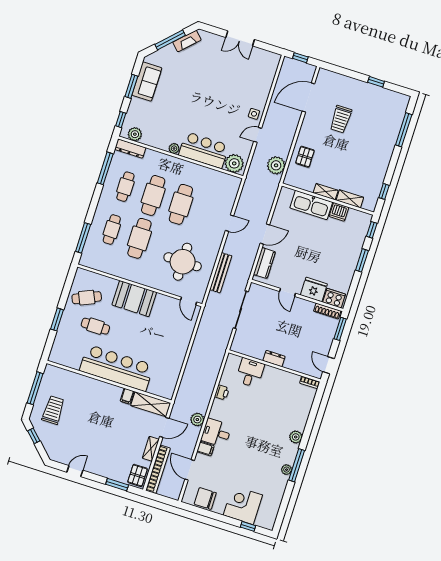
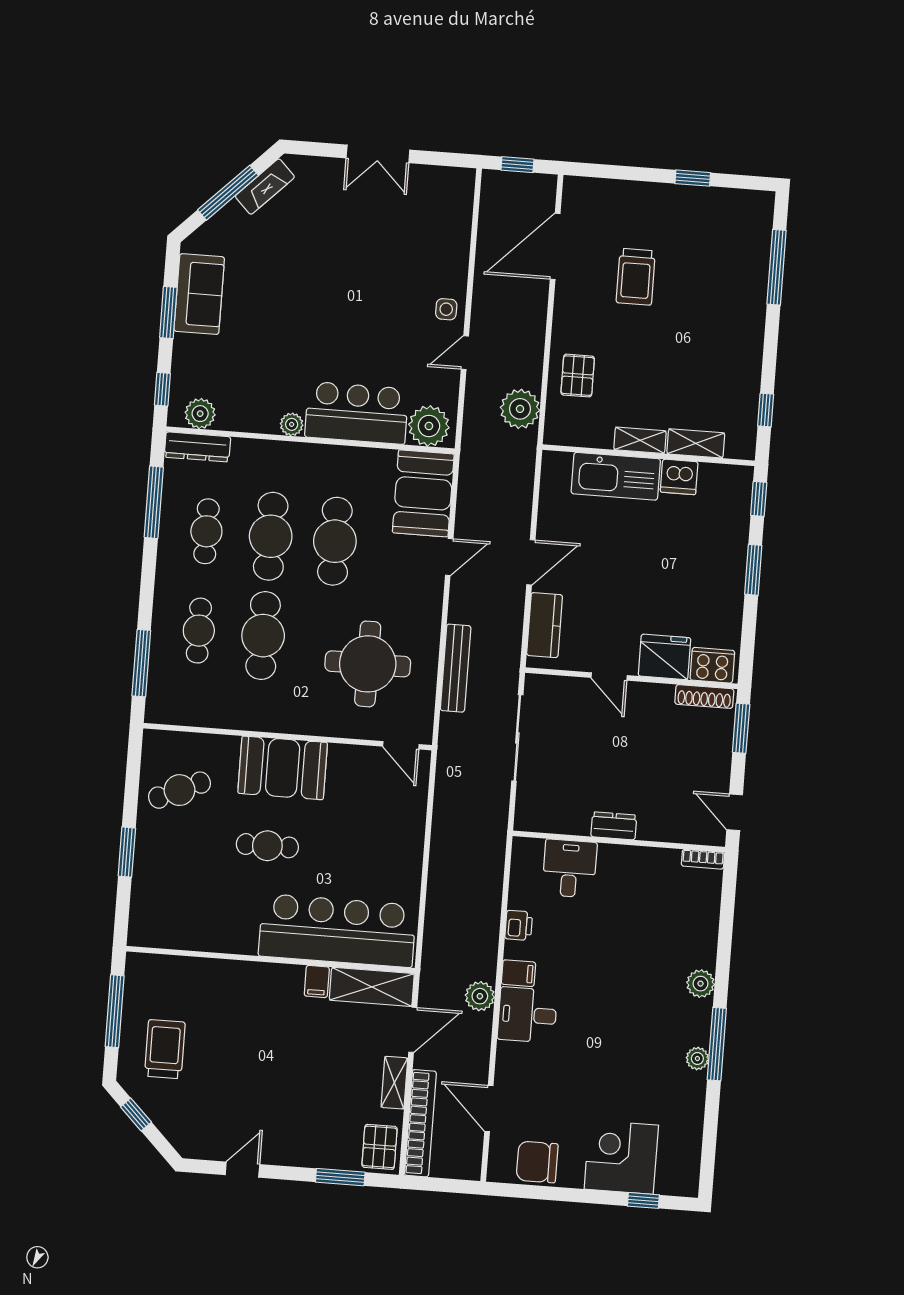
booth: (225, 192) -> (423, 493), added
cafe table: (95, 326) -> (267, 846), moved
bar counter: (117, 368) -> (337, 931), moved
filing cabinet: (205, 449) -> (518, 973), moved

